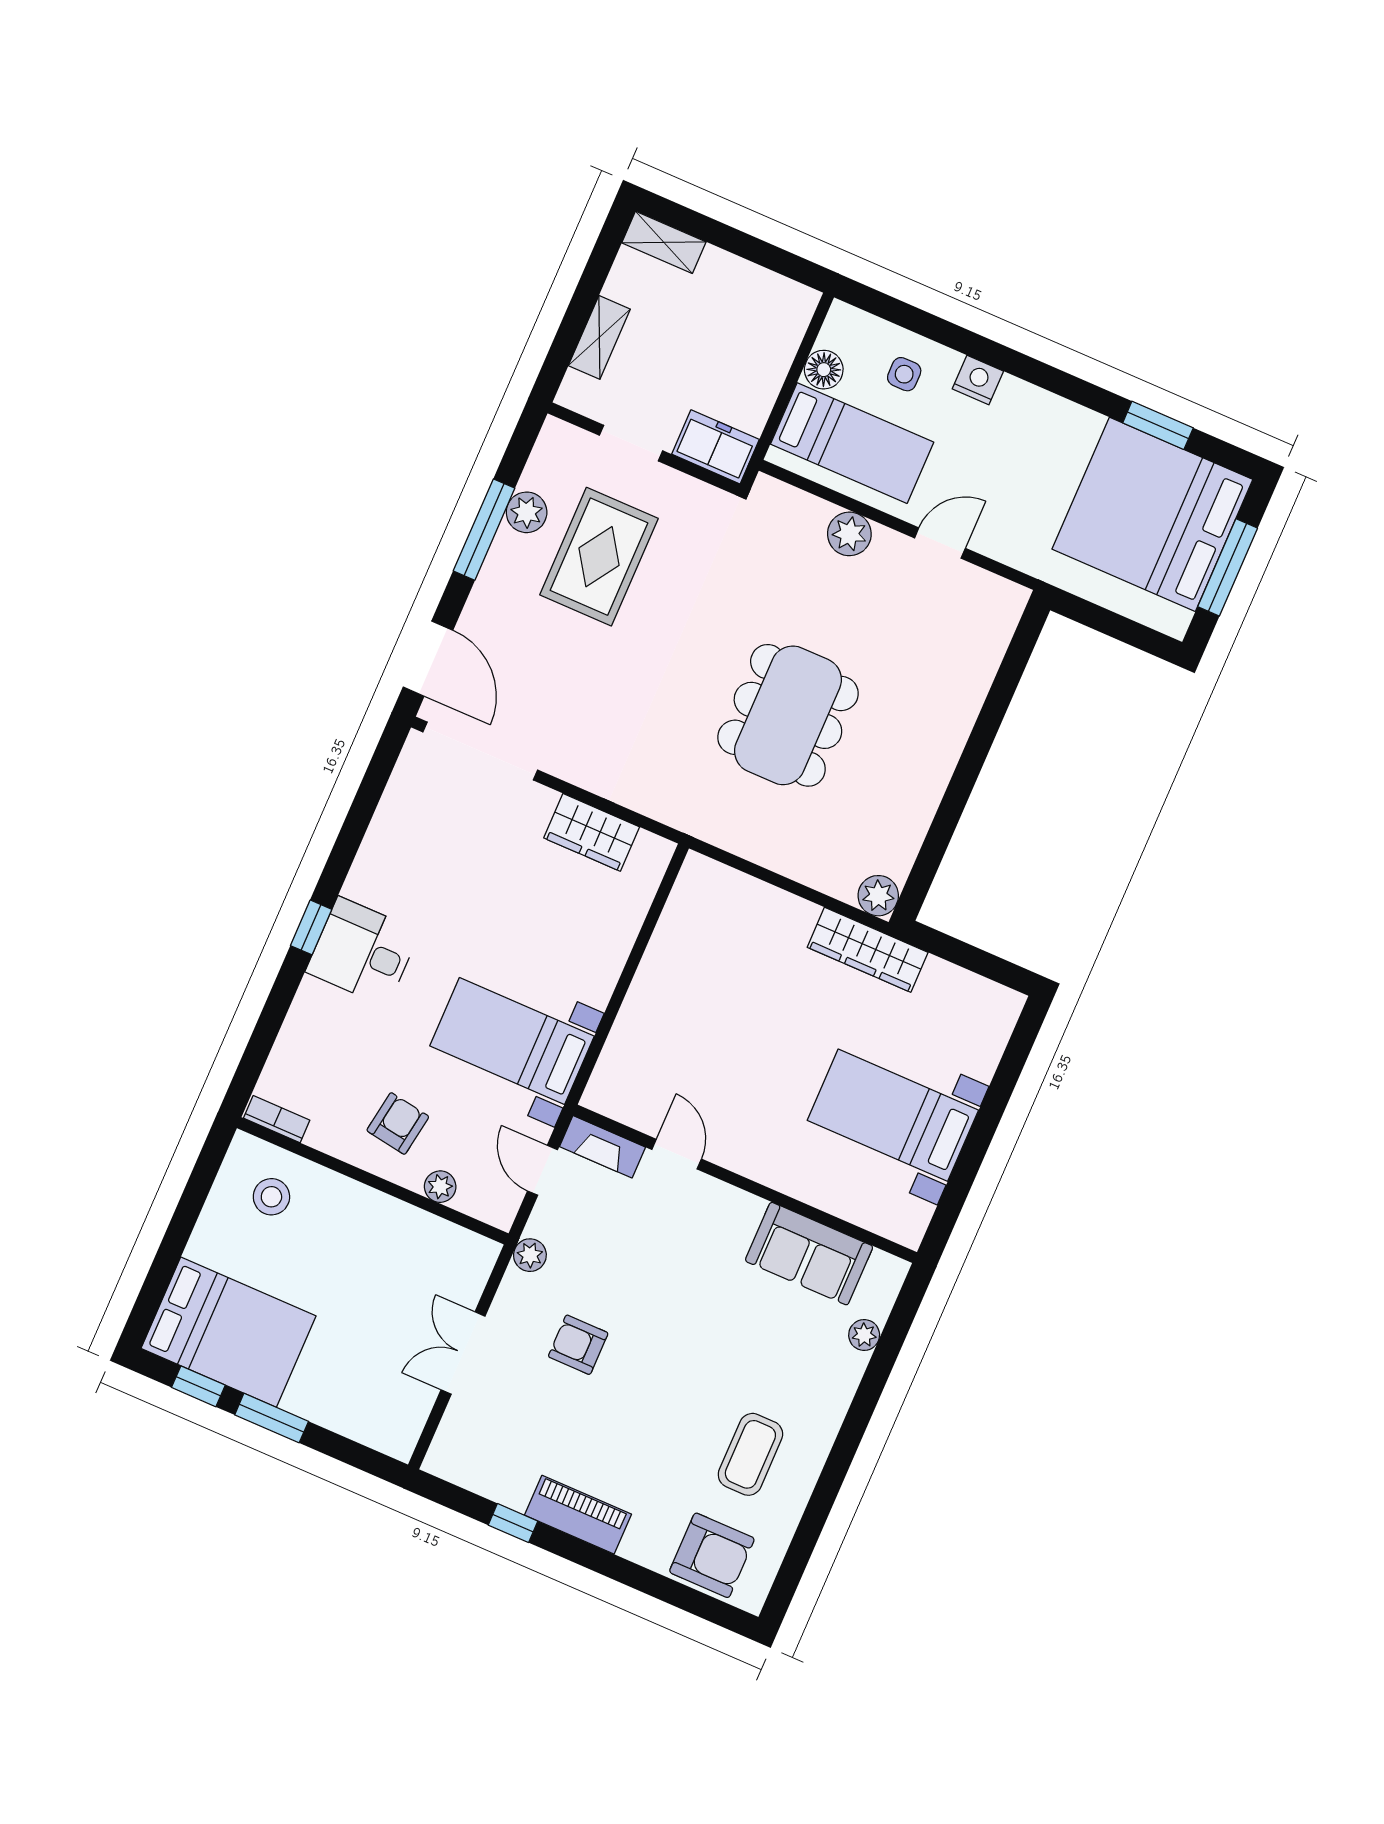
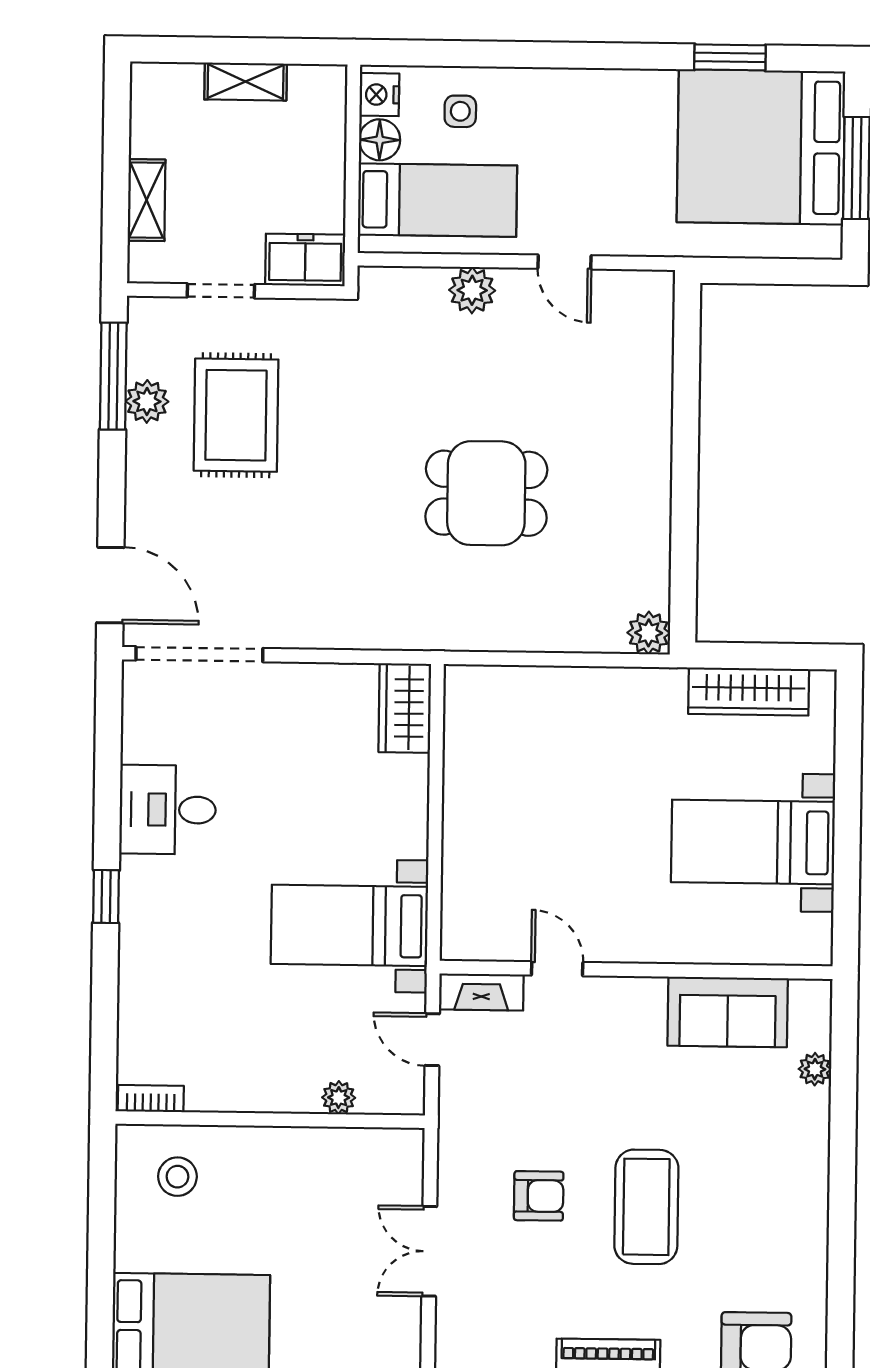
shelving: (664, 242) -> (246, 82), moved
nightstand: (978, 380) -> (379, 95), moved, turned -90
window: (484, 530) -> (113, 376), moved
door: (940, 543) -> (565, 262), swing flipped
dining table: (788, 715) -> (486, 493), width x0.73
wardrobe: (592, 832) -> (405, 708), moved, turned 90
wardrobe: (868, 950) -> (749, 691), moved
desk: (363, 952) -> (168, 810), moved
armchair: (398, 1124) -> (271, 1053), removed
plant: (530, 1255) -> (455, 1128), removed
armchair: (578, 1345) -> (539, 1196), turned 180
coffee table: (750, 1454) -> (646, 1207), moved, width x1.36, depth x1.32

